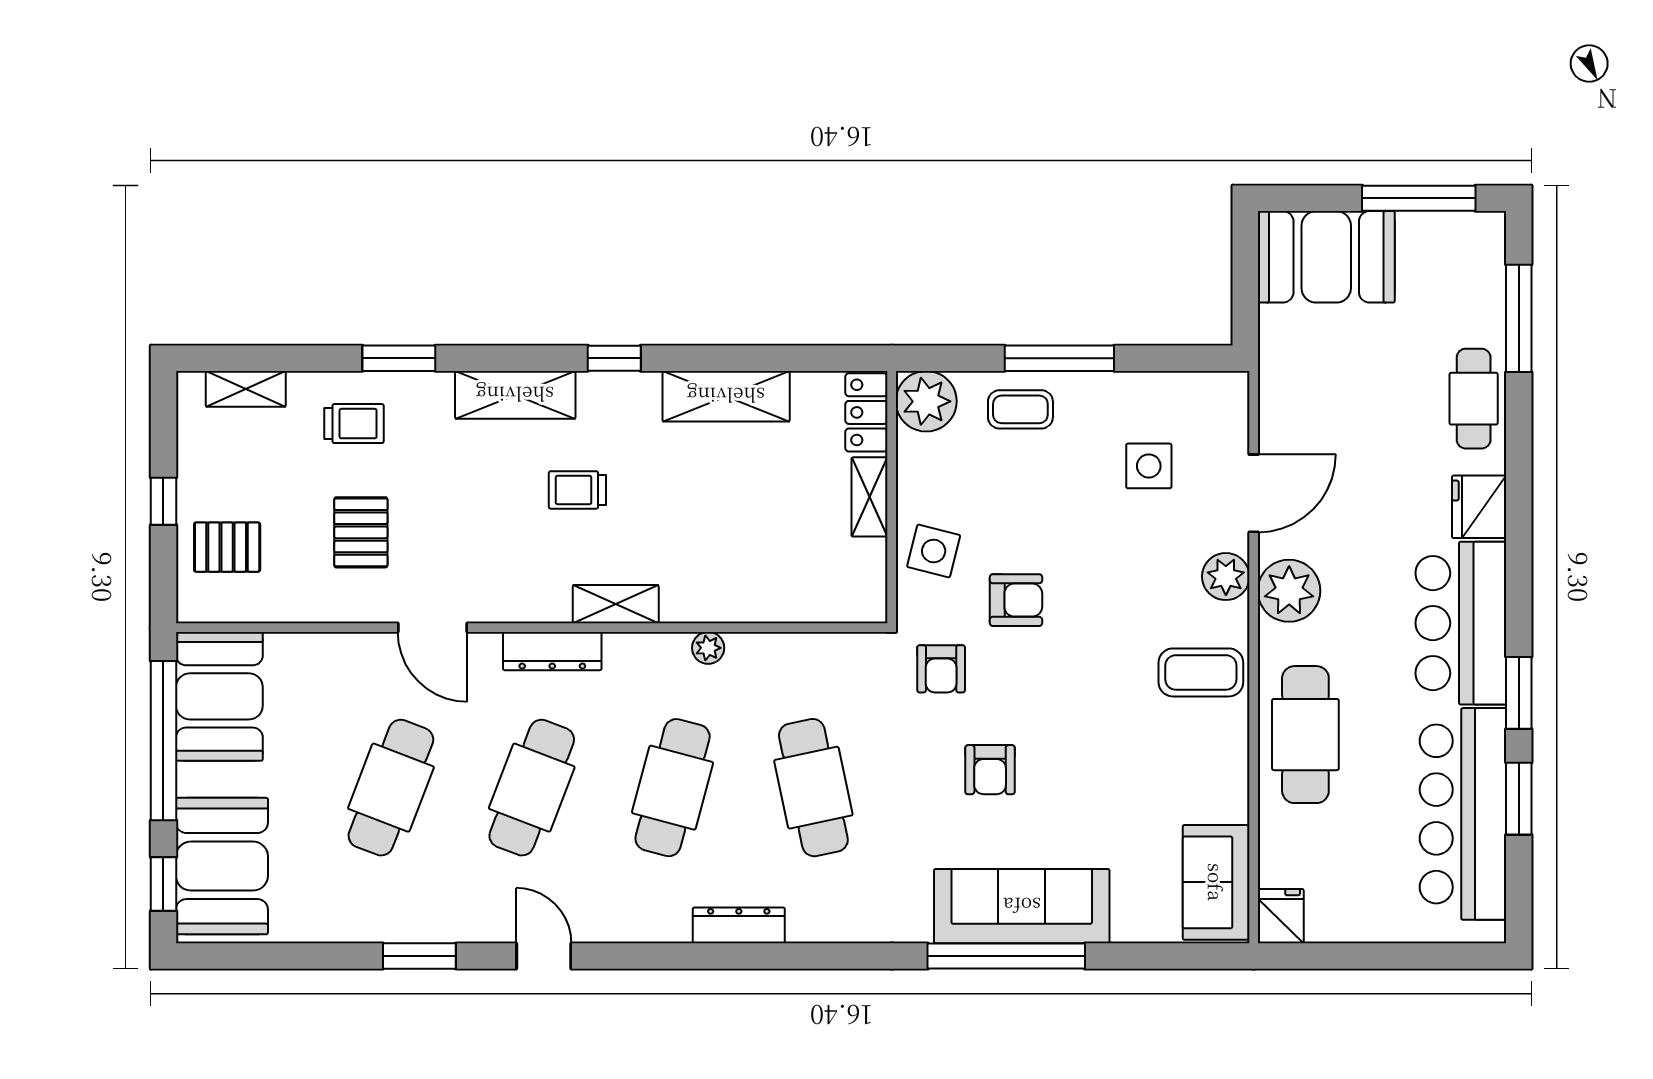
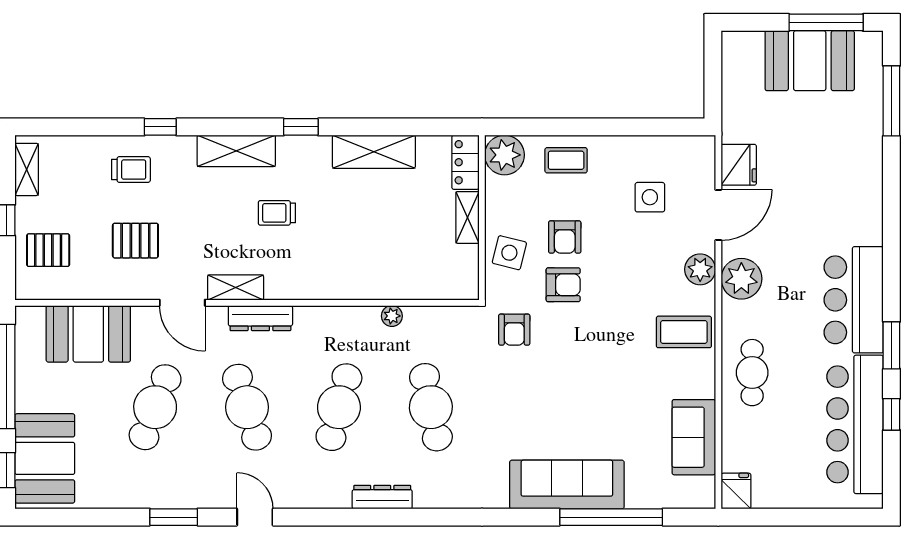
booth: (1326, 257) -> (810, 61), moved
window: (399, 358) -> (160, 127), width x0.67
window: (1059, 358) -> (591, 127), removed
shelving: (246, 389) -> (27, 169), moved, turned 90
cafe table: (1474, 399) -> (862, 153), removed
fridge: (1479, 507) -> (739, 165), moved, turned 180
pallet: (361, 532) -> (135, 241), turned 90
shelving: (616, 604) -> (236, 287), moved
plant: (708, 648) -> (392, 316), moved
booth: (219, 696) -> (88, 334), moved, turned 90
cafe table: (1305, 735) -> (752, 373), width x0.73, depth x0.74
armchair: (990, 770) -> (565, 237), moved
cafe table: (532, 788) -> (247, 407), turned -39
window: (1519, 799) -> (891, 414), width x0.67
sofa: (1216, 882) -> (694, 437), moved
window: (1006, 956) -> (611, 517), moved

